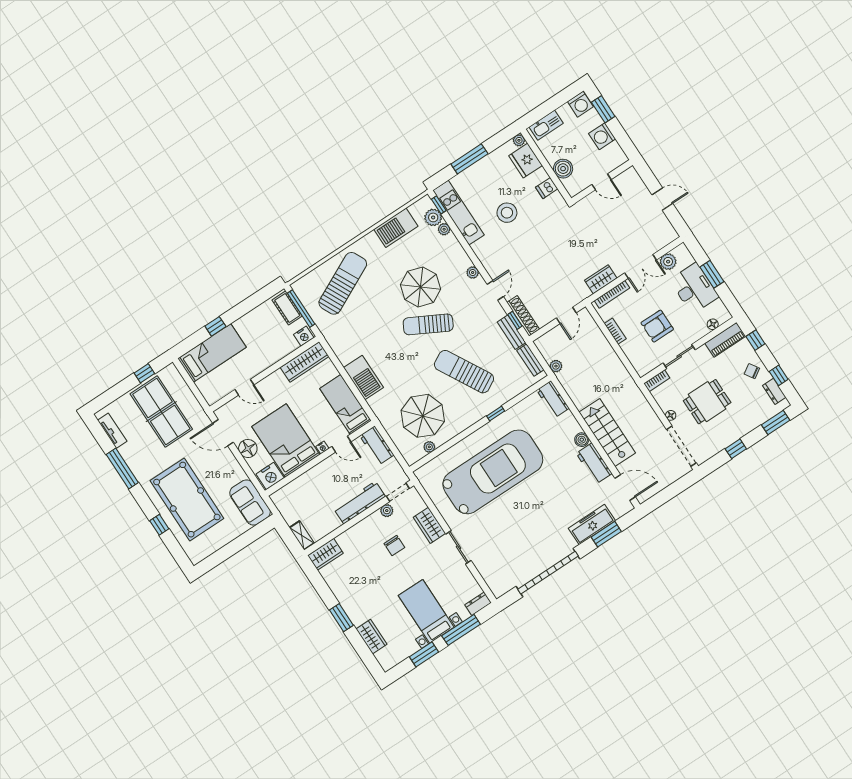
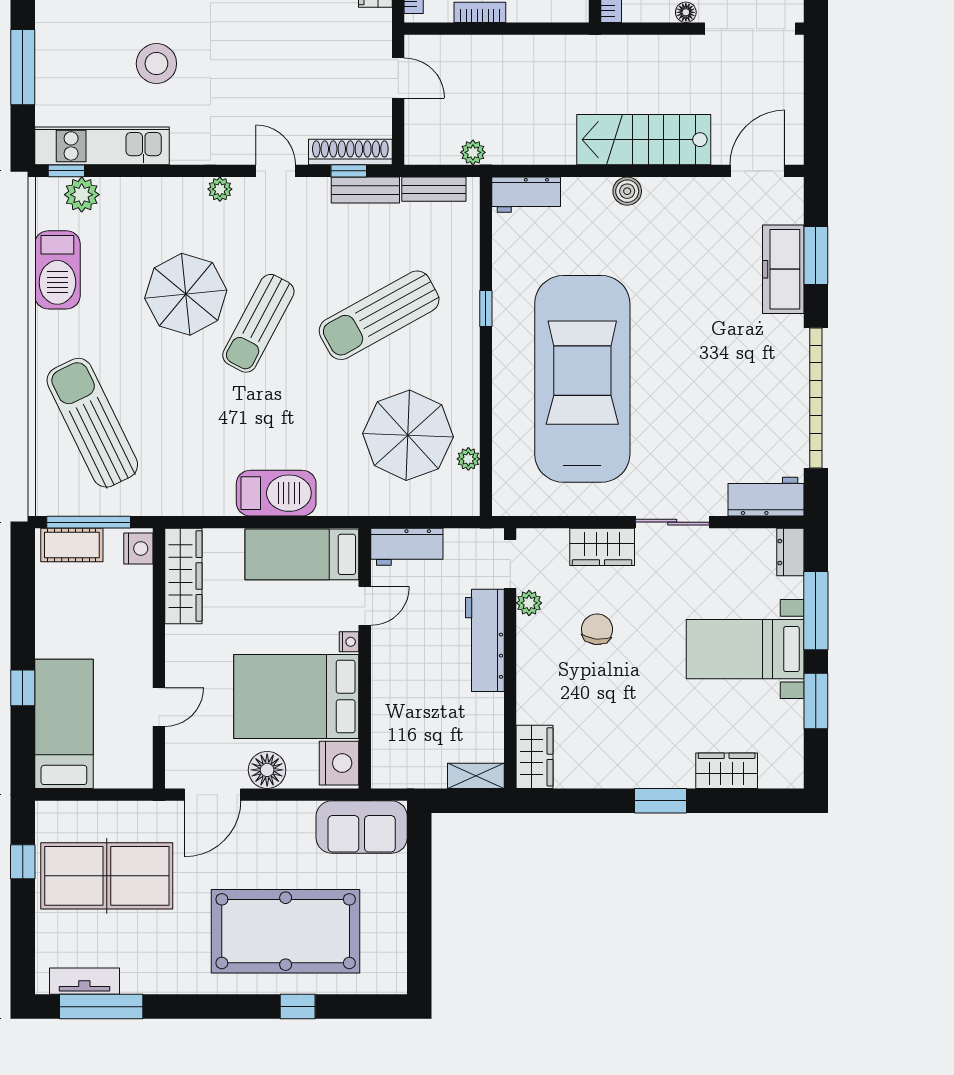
plant: (444, 229) -> (114, 189), removed
workbench: (594, 463) -> (766, 497), moved, turned 180
window: (122, 469) -> (101, 1007), moved
chair: (394, 545) -> (597, 629), turned -84

